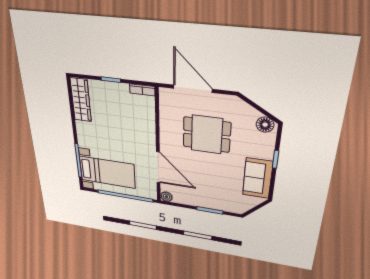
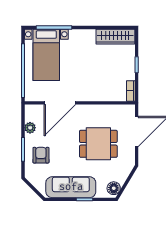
dining table: (207, 135) -> (98, 144), turned 90
sofa: (258, 178) -> (71, 187), width x1.36
armchair: (217, 195) -> (41, 155), added
plant: (166, 197) -> (30, 128), moved

